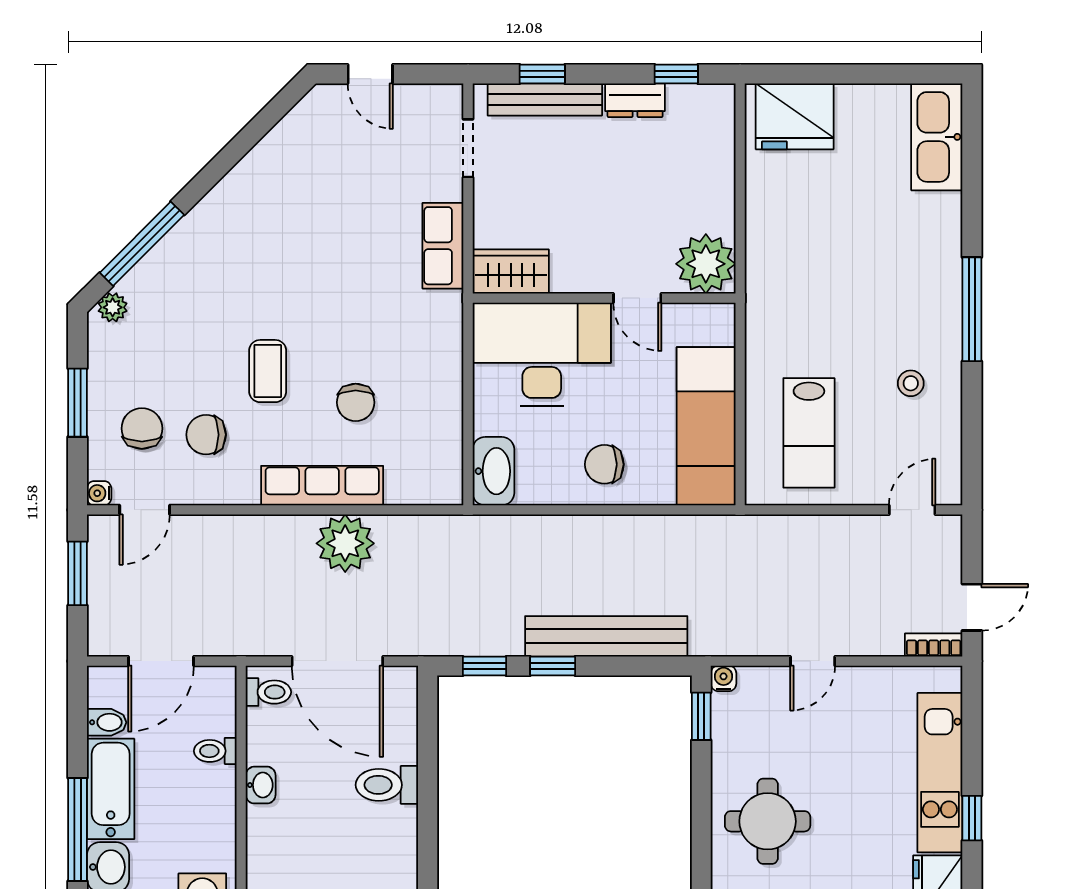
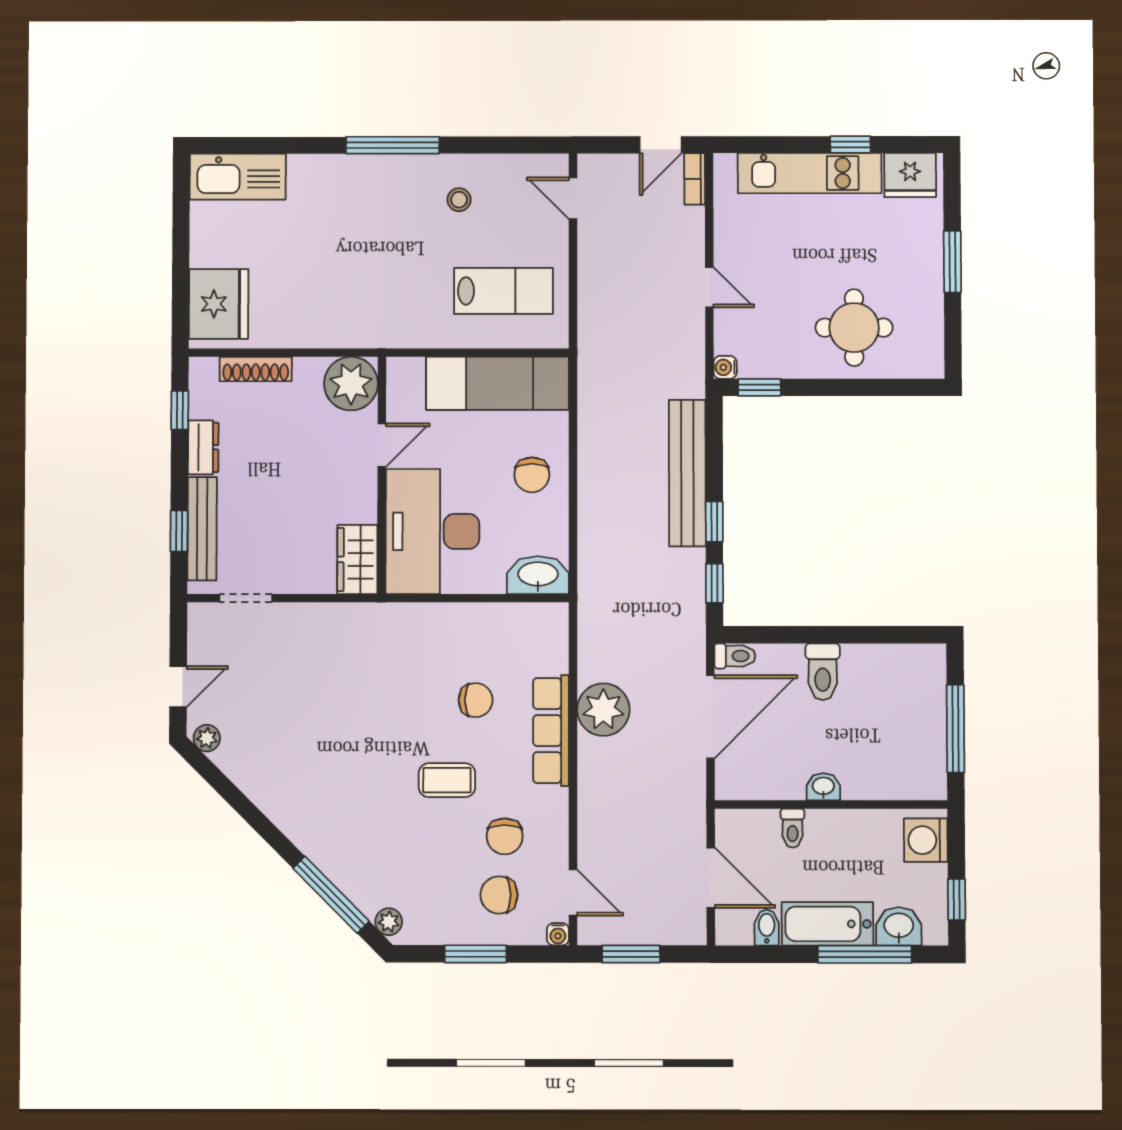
plant: (314, 106) -> (207, 738), added
shoe rack: (722, 158) -> (256, 369), added
row of seats: (443, 246) -> (334, 621), removed
door: (972, 607) -> (661, 145), swing flipped
toilet: (268, 692) -> (735, 656), moved, turned 90

